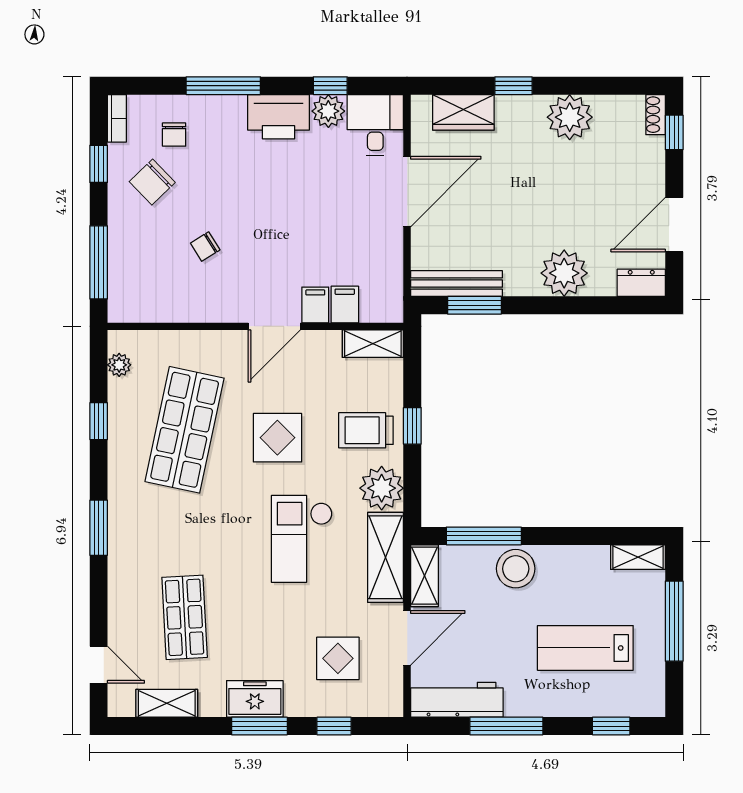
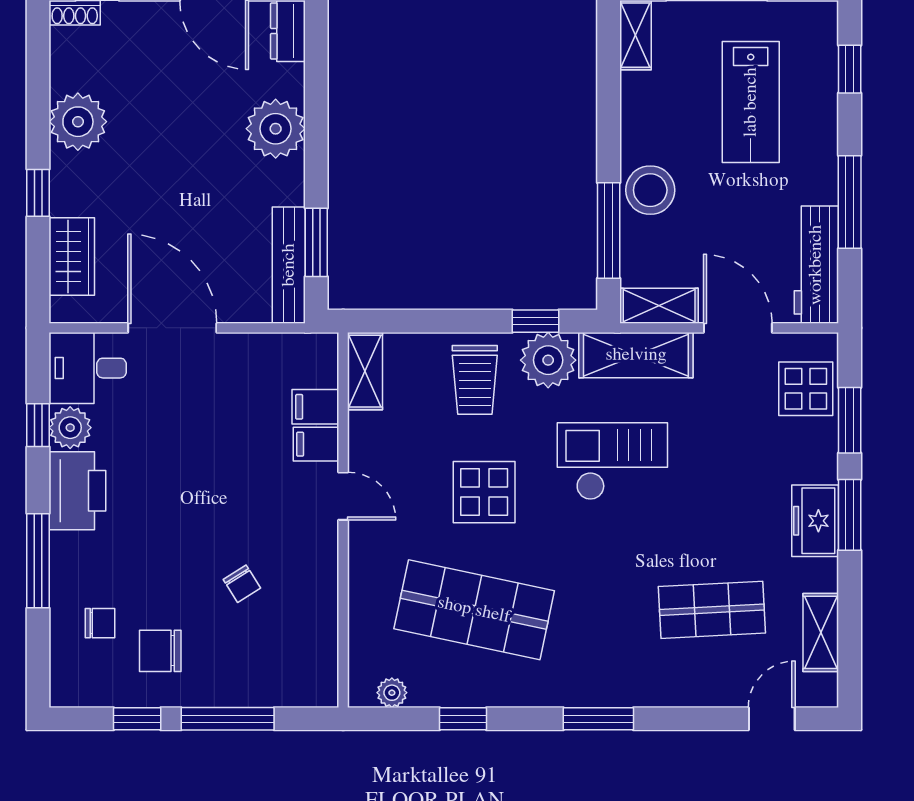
bookcase: (117, 118) -> (79, 696), removed
chair: (152, 182) -> (160, 651), turned 134
window: (99, 262) -> (228, 719), moved
door: (274, 326) -> (343, 496), width x0.73
window: (412, 426) -> (535, 321), moved
checkout: (302, 539) -> (612, 461), turned 180
display table: (338, 658) -> (806, 389), moved
window: (334, 726) -> (850, 420), width x1.50

